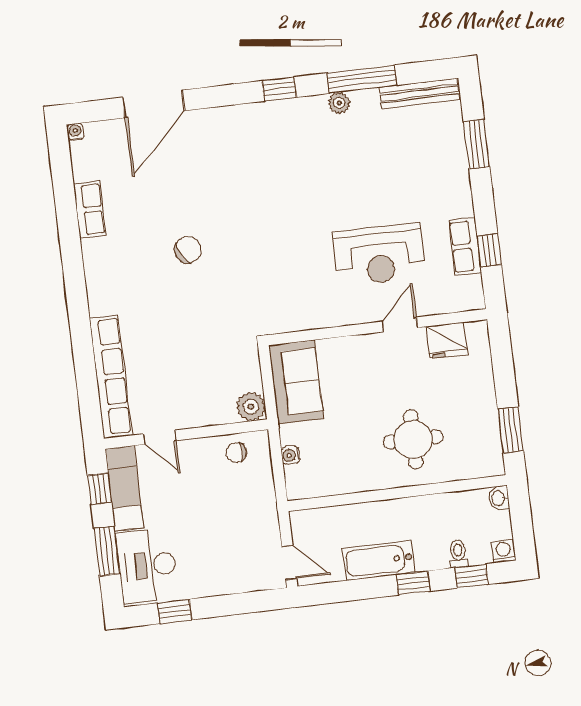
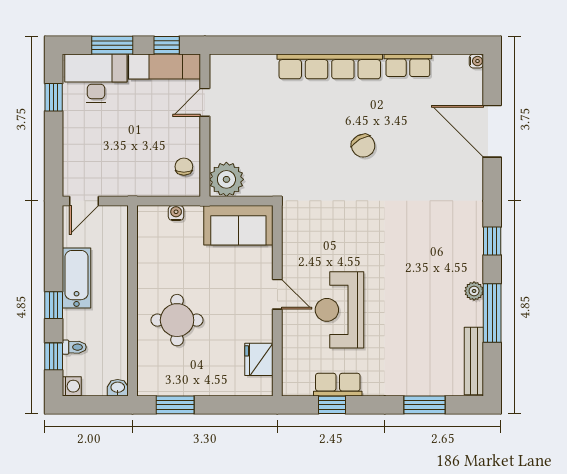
door: (400, 324) -> (277, 294), moved
row of seats: (111, 377) -> (330, 66), moved
plant: (251, 407) -> (226, 179), width x1.36, depth x1.36

